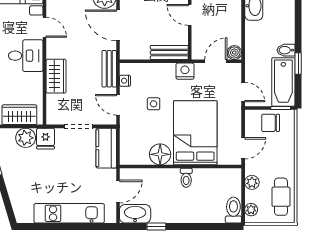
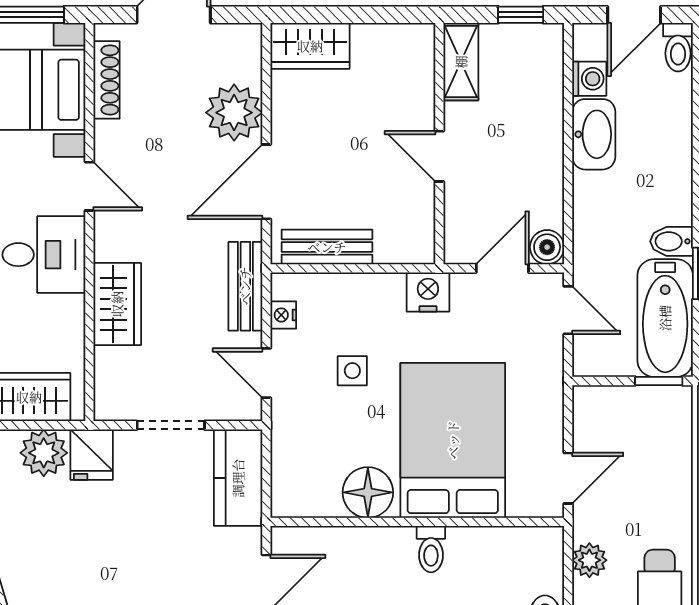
door: (118, 25) -> (266, 182), hinge flipped
bench: (169, 52) -> (327, 247), moved
door: (243, 92) -> (568, 310), moved
chair: (271, 123) -> (634, 417), removed

